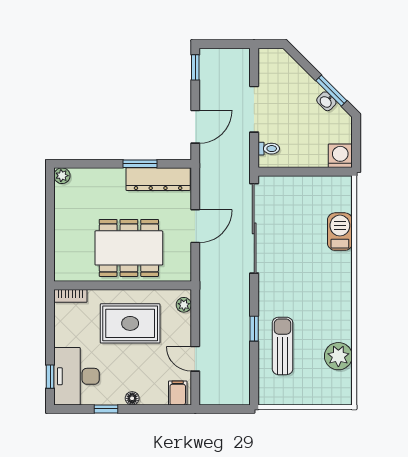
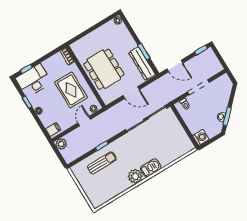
barbecue: (340, 232) -> (151, 168), moved
plant: (338, 356) -> (135, 176), moved
door: (195, 359) -> (84, 121), moved
plant: (210, 394) -> (61, 144), added

